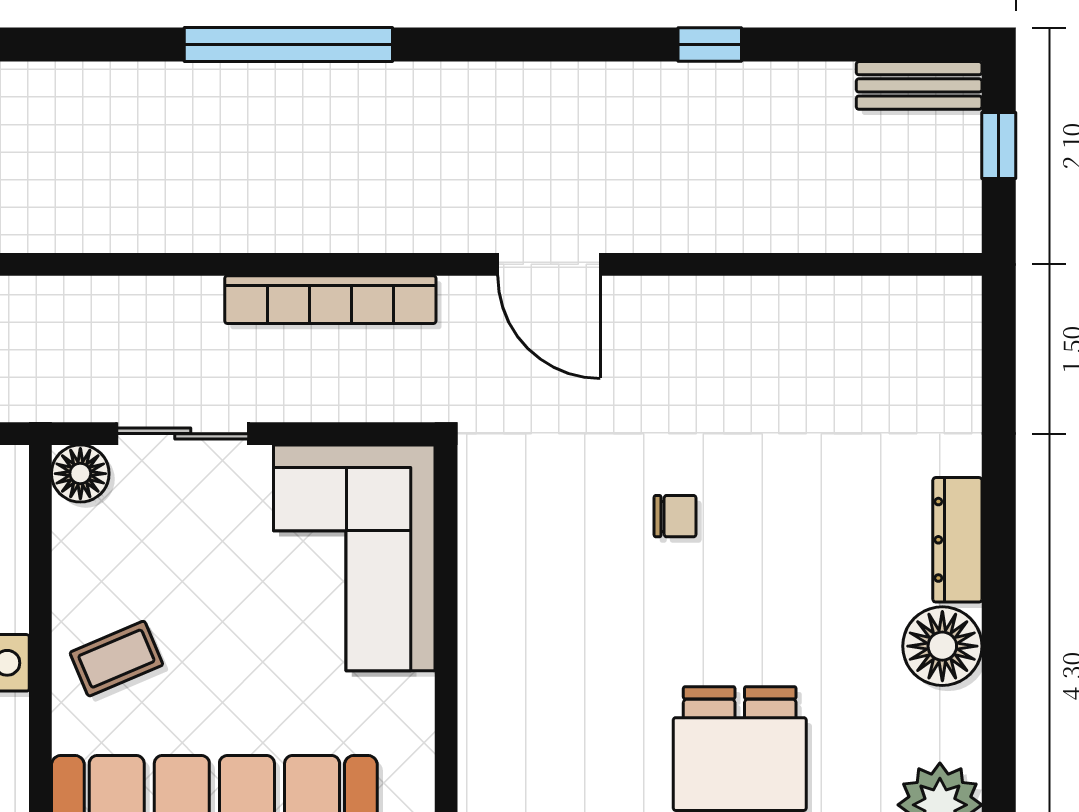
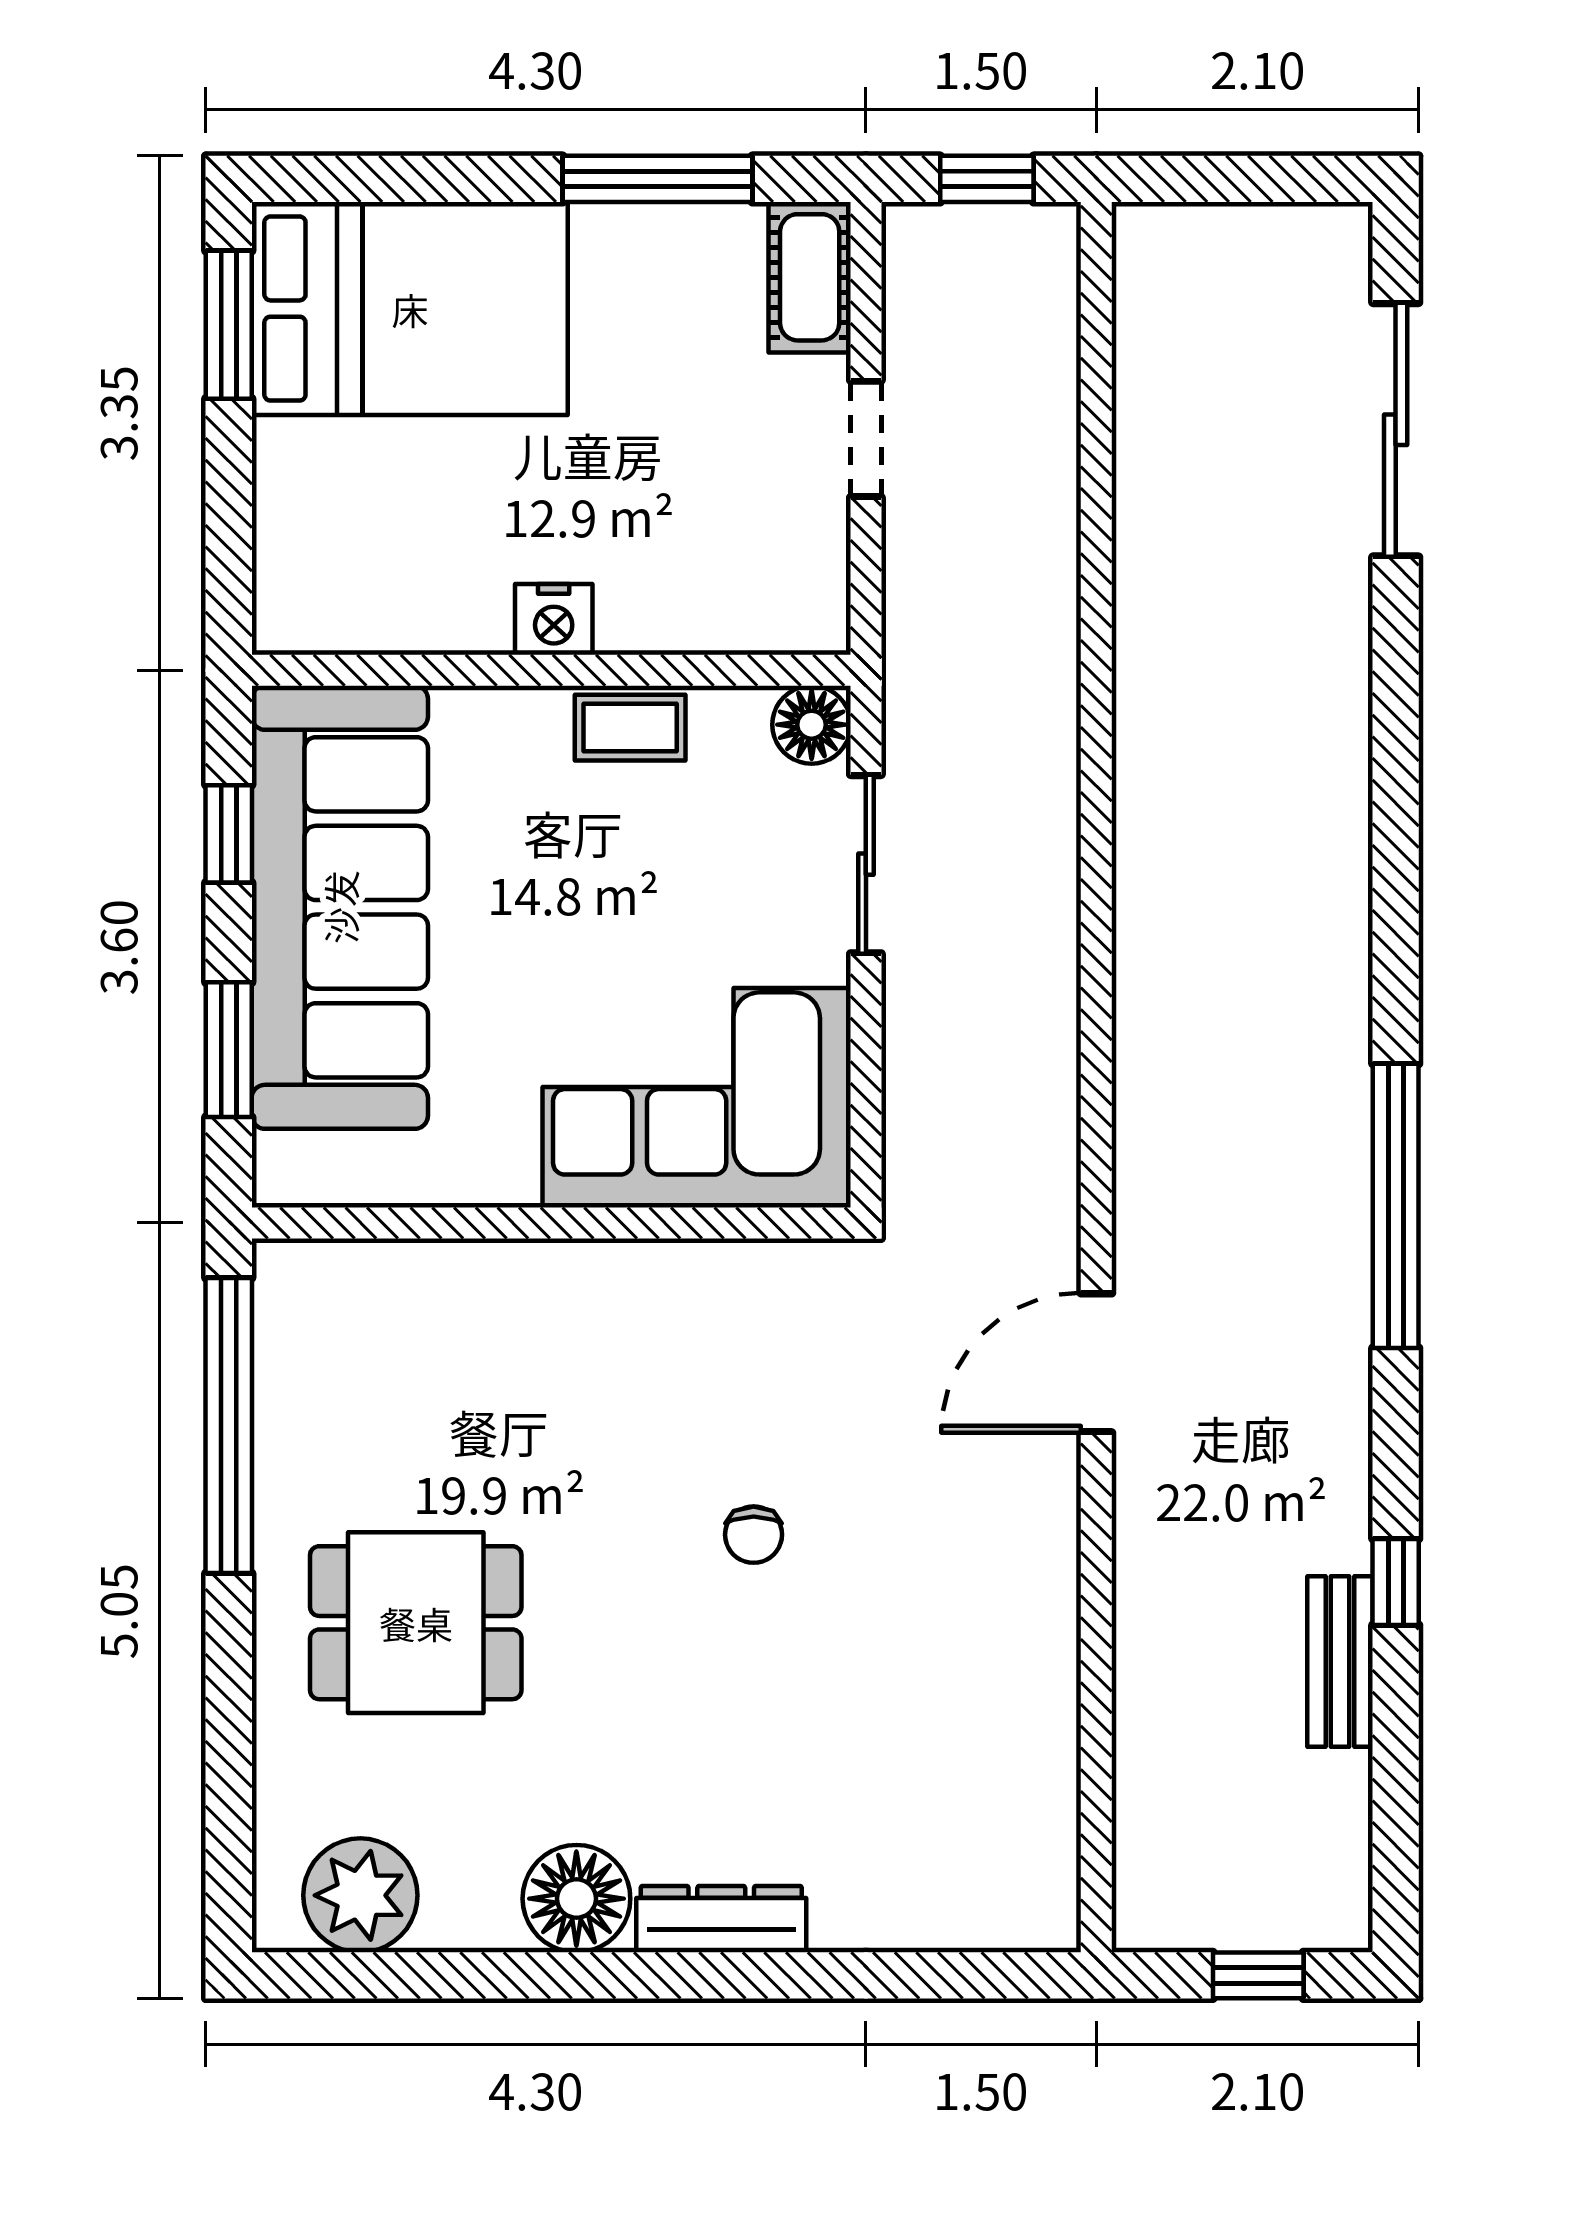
window: (288, 45) -> (1396, 1206), moved
bench: (919, 85) -> (1340, 1661), moved
bookcase: (330, 300) -> (1048, 1065), removed
coffee table: (116, 659) -> (630, 728), moved, turned -67

